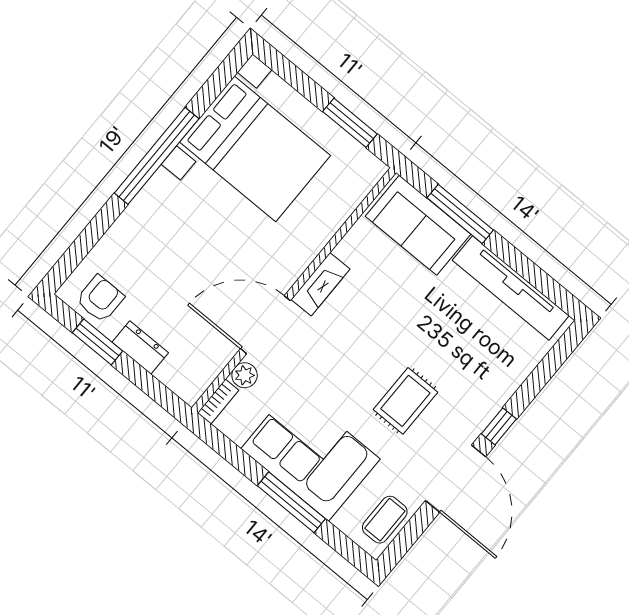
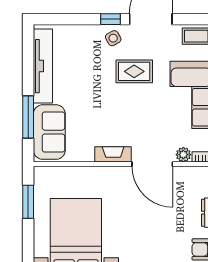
side table: (471, 409) -> (113, 38), added

